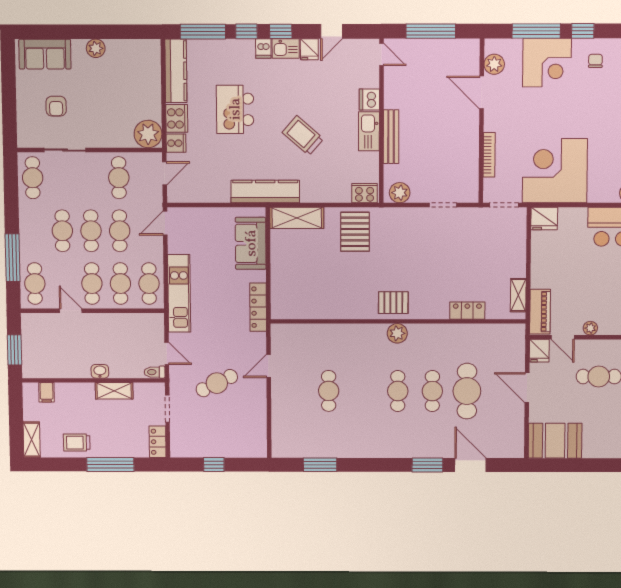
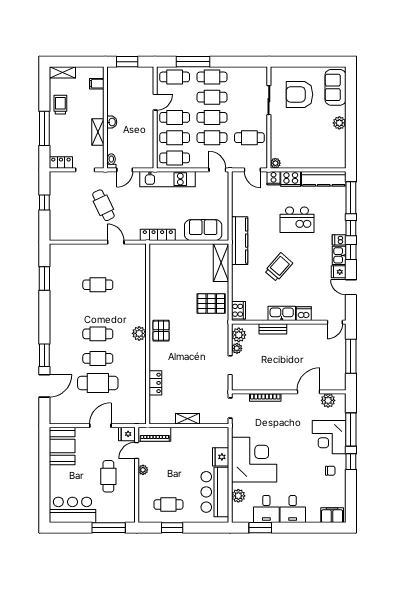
armchair: (56, 106) -> (299, 94), width x1.88, depth x1.88
kitchen island: (235, 109) -> (297, 220), turned 180
plant: (148, 134) -> (275, 163), width x0.53, depth x0.53
bench: (391, 137) -> (273, 329), width x0.73
corner desk: (555, 171) -> (254, 460), moved
cafe table: (33, 178) -> (212, 77), moved
plant: (419, 195) -> (237, 348), added
fridge: (544, 218) -> (221, 457), moved
shelving: (518, 295) -> (187, 419), moved

